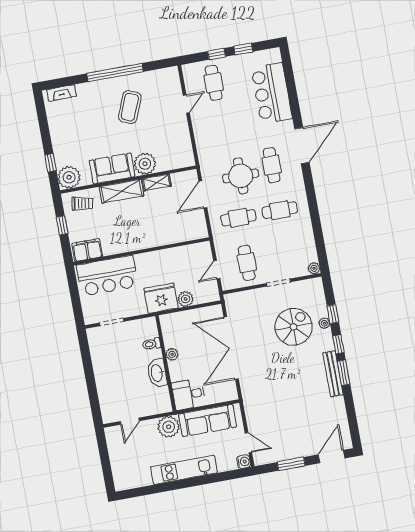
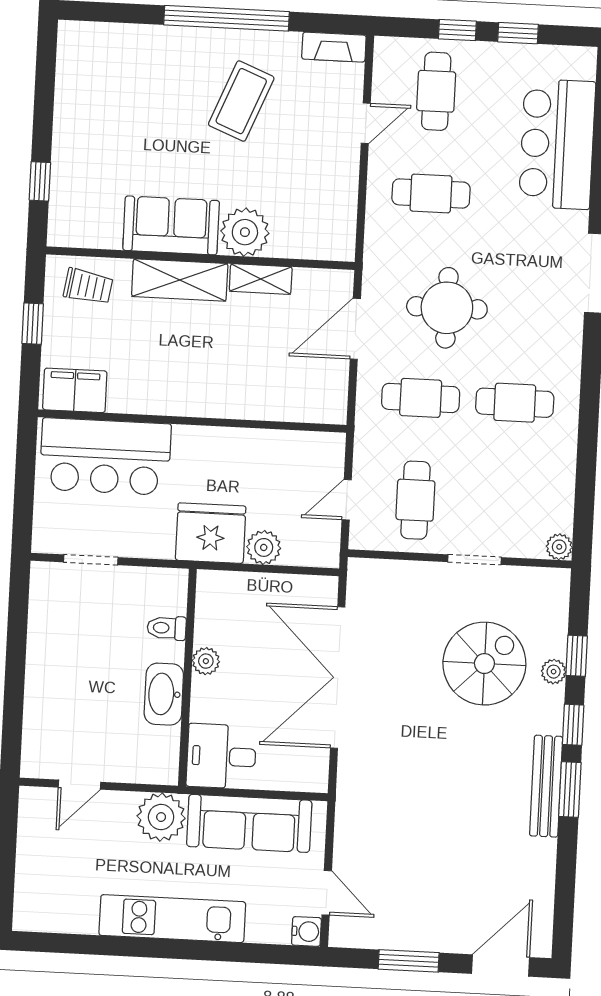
fireplace: (62, 93) -> (334, 47), moved
cafe table: (272, 165) -> (431, 193), moved, turned 90
plant: (69, 177) -> (73, 223), removed

